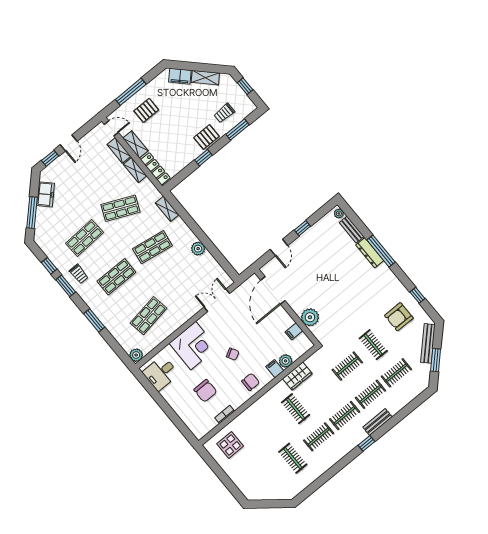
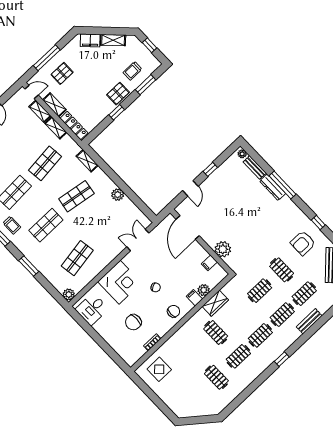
shop shelf: (120, 208) -> (45, 163), turned -30
chair: (205, 391) -> (133, 322), turned 90
bench: (377, 422) -> (309, 321), moved

